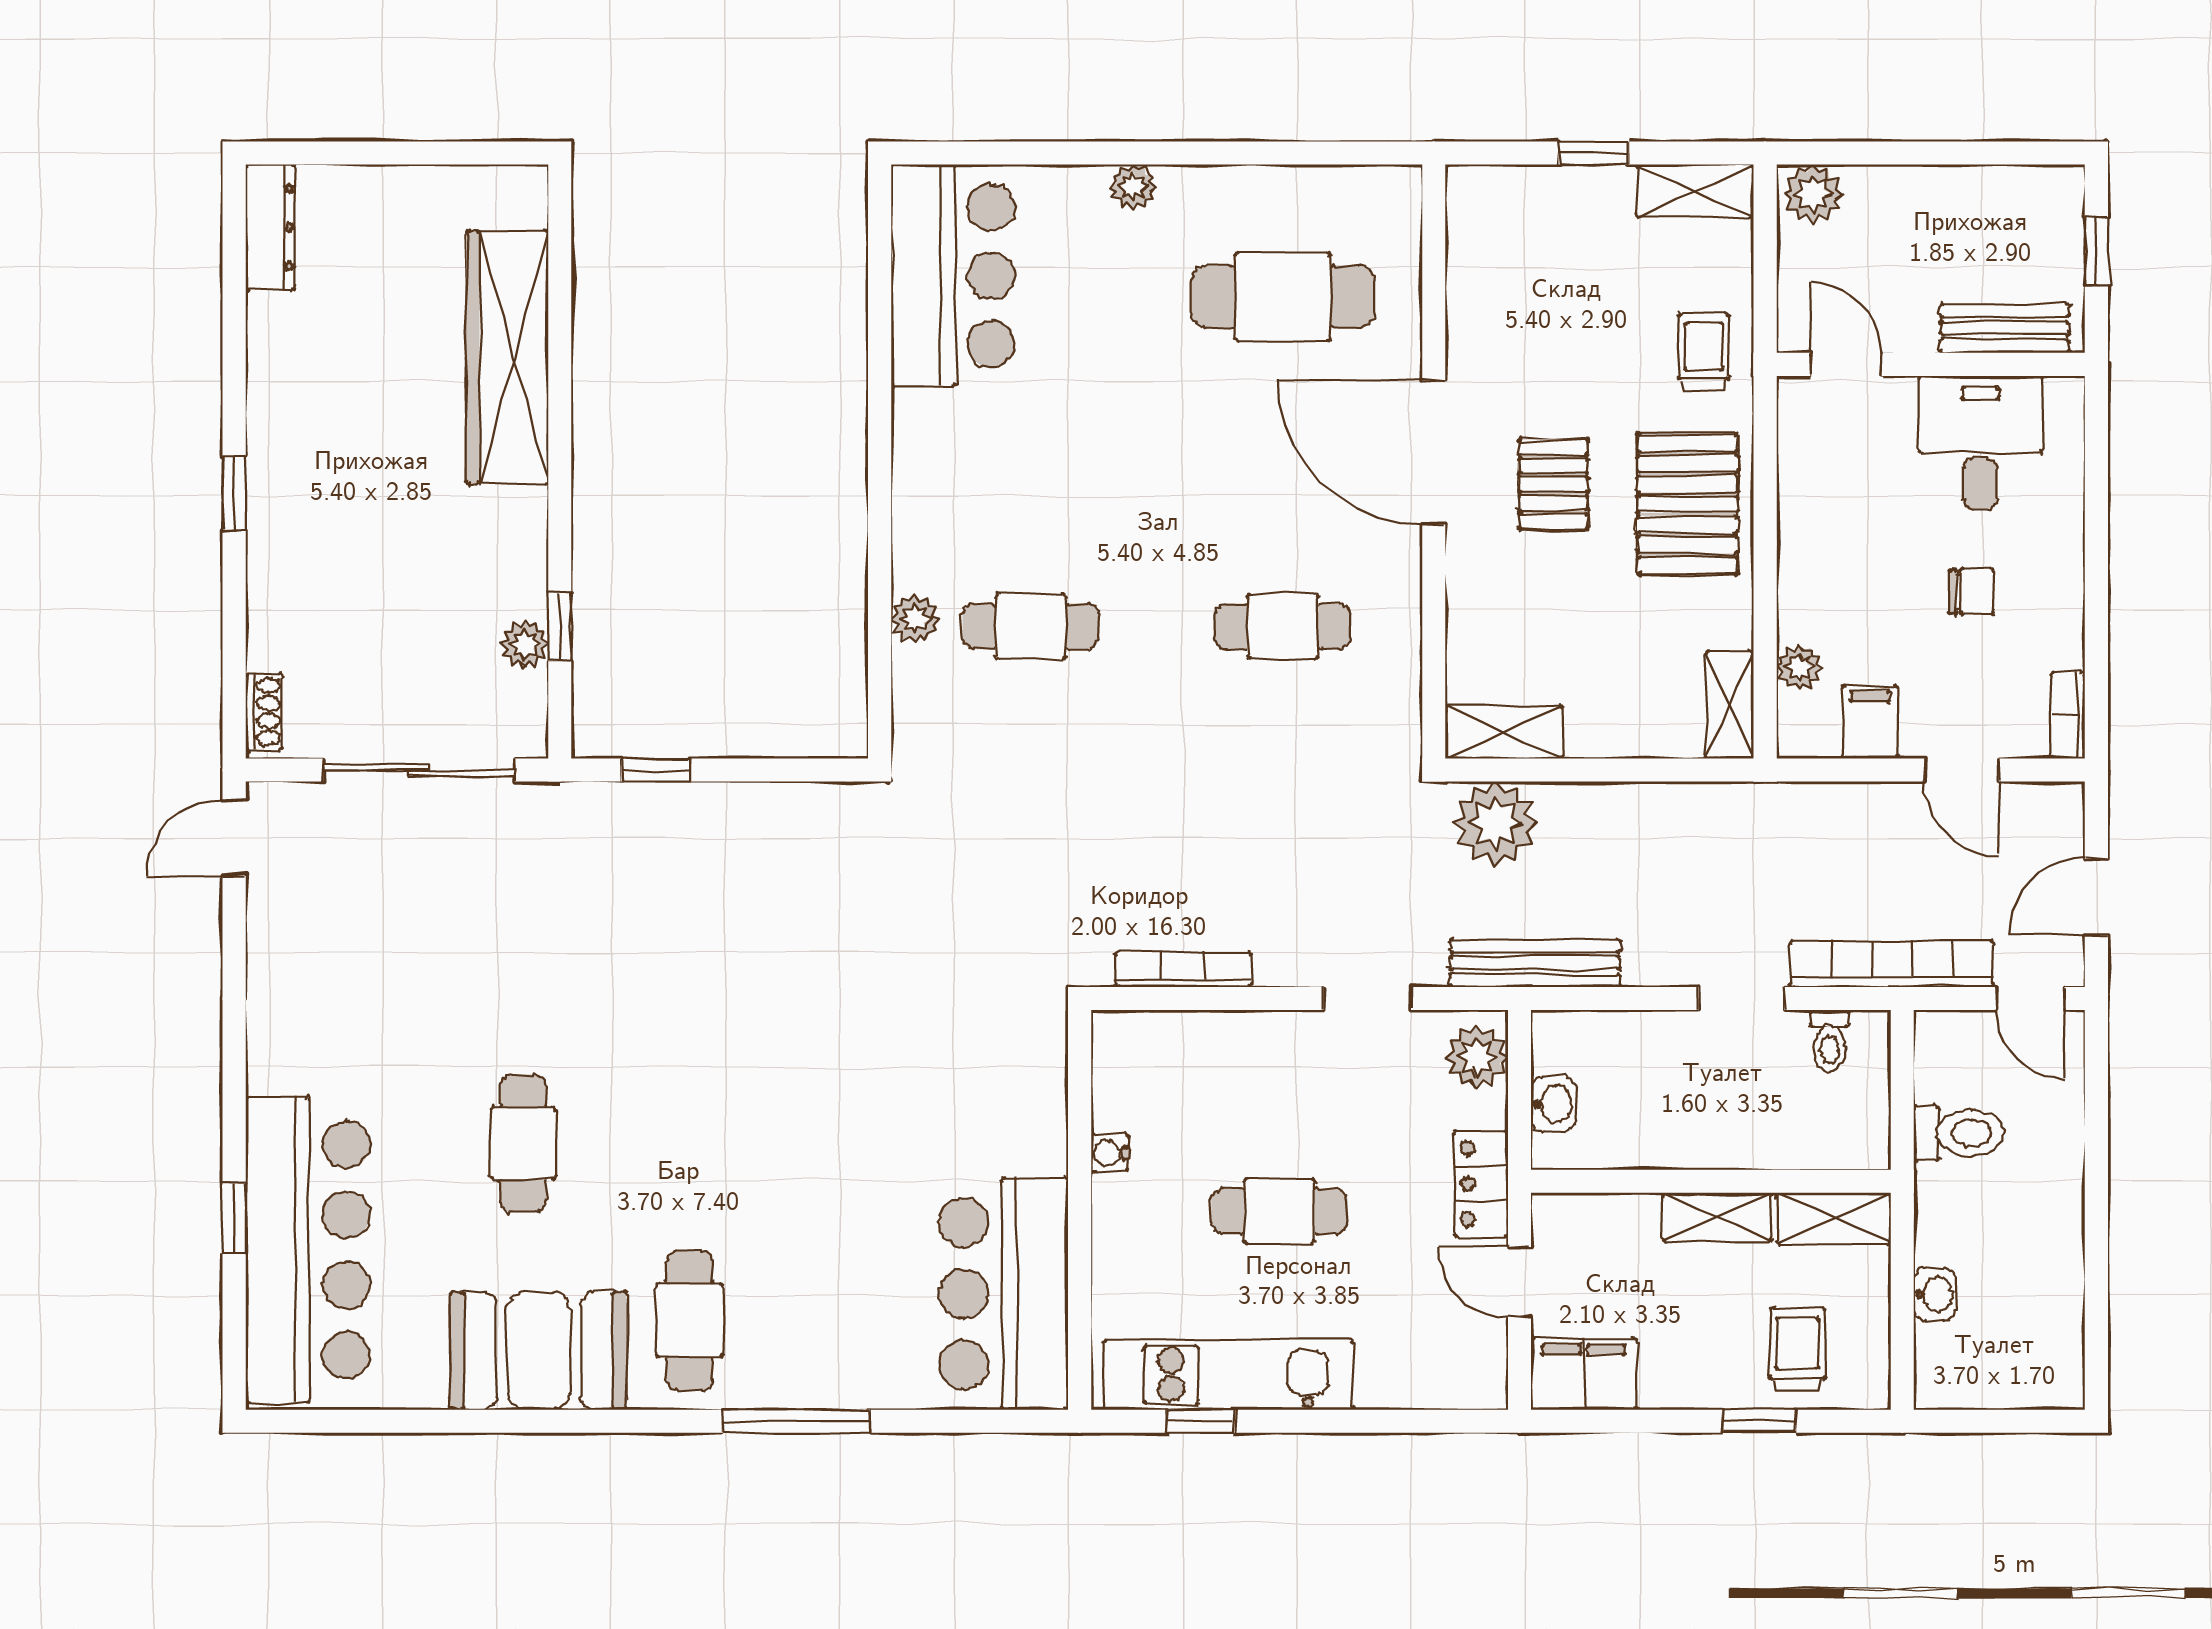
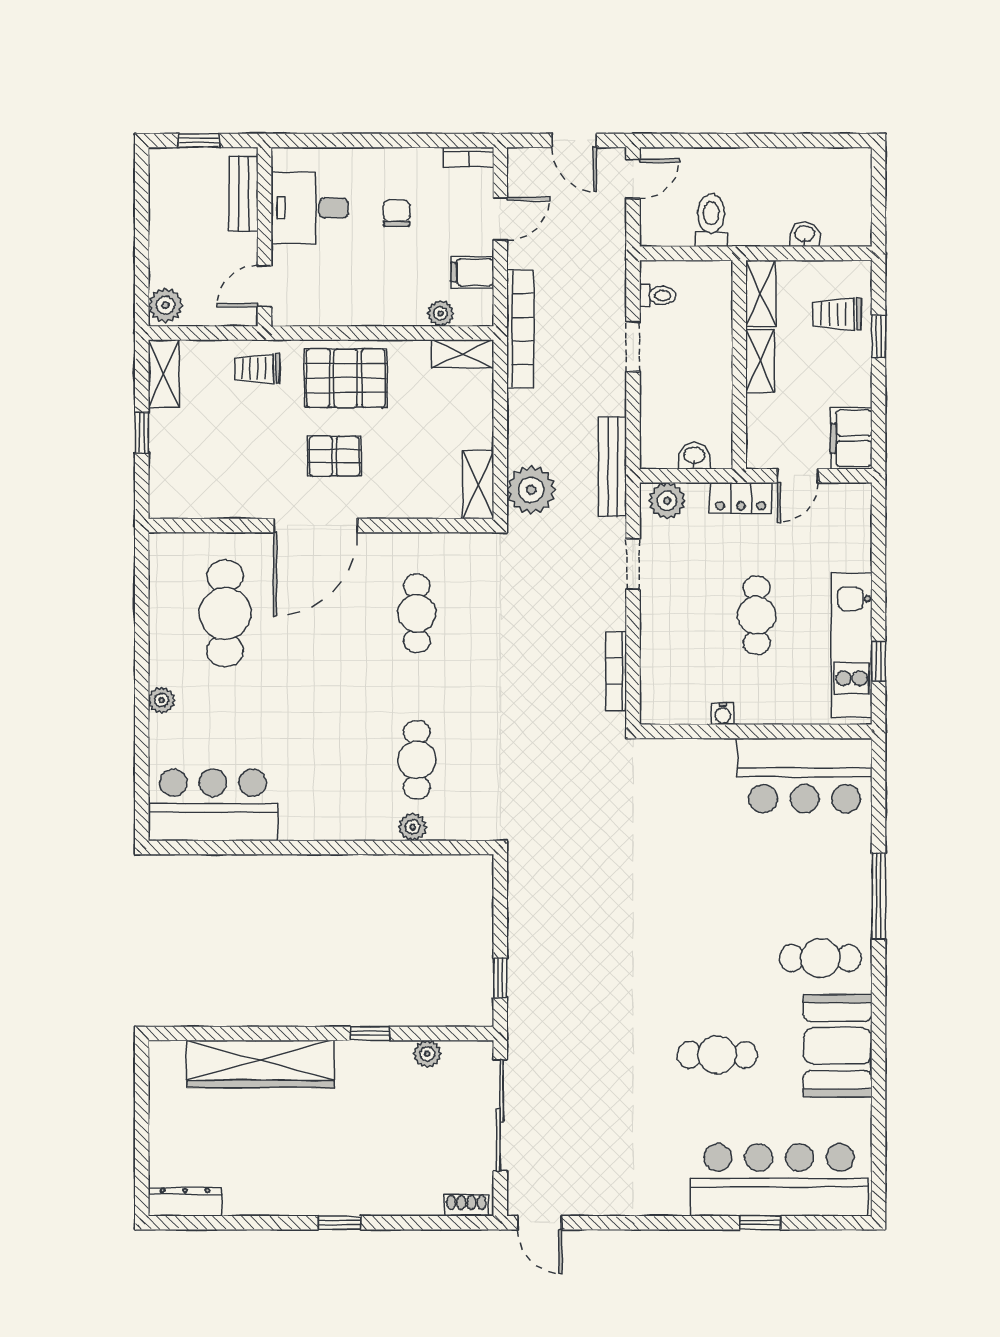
window: (560, 626) -> (370, 1033), moved
bookcase: (1892, 964) -> (520, 329), moved, turned 180

